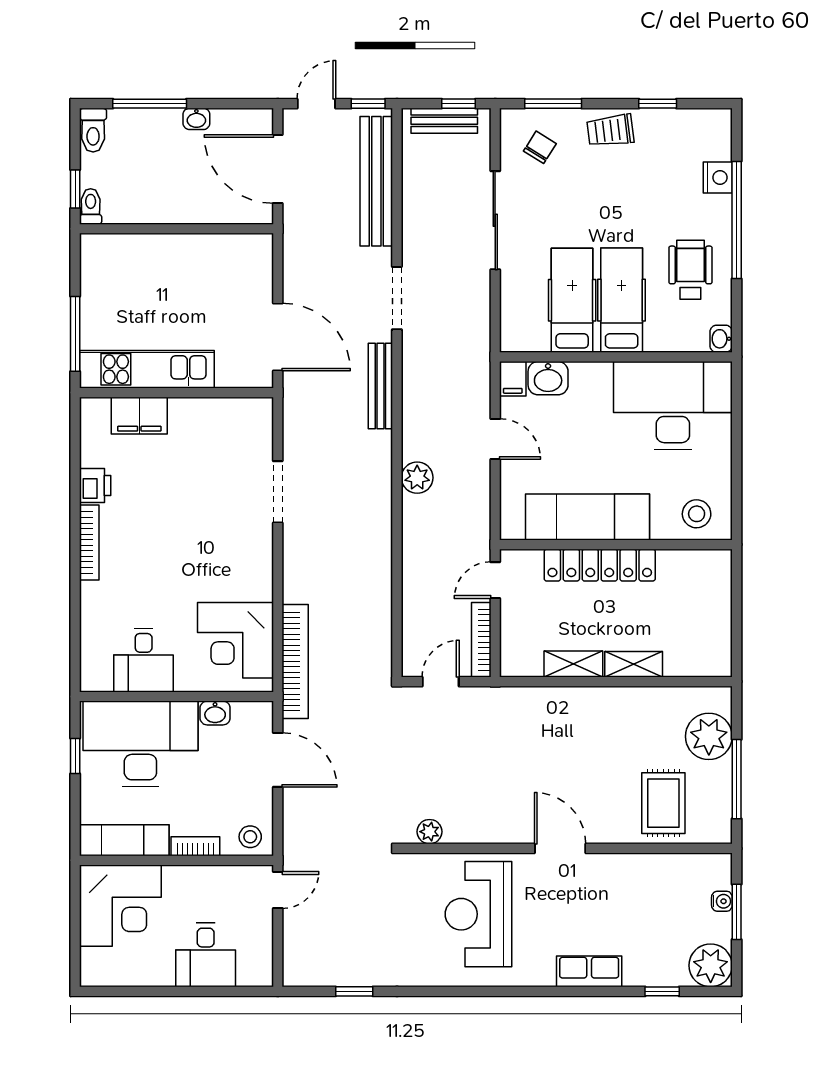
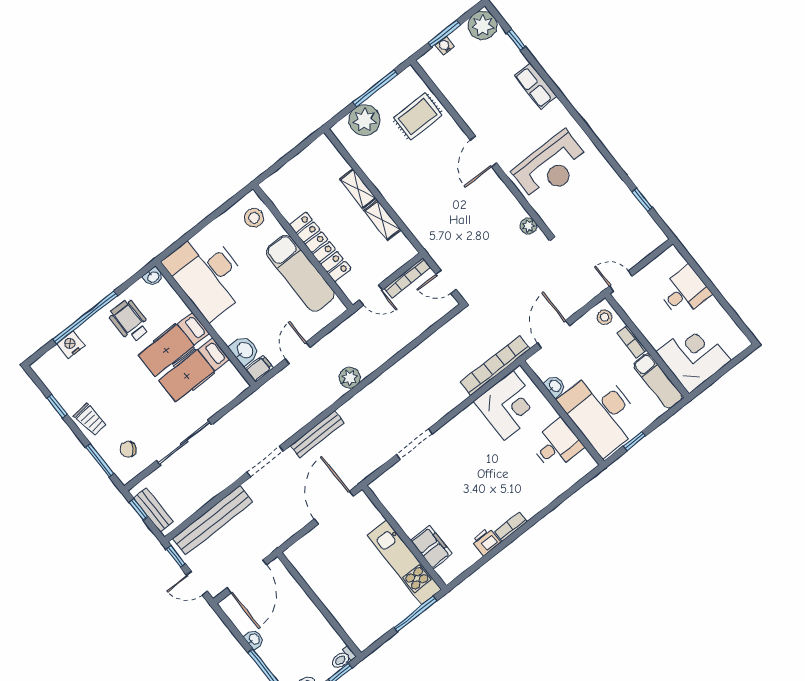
wheelchair: (690, 270) -> (130, 321), turned 90
bookcase: (89, 543) -> (511, 527), width x0.64

